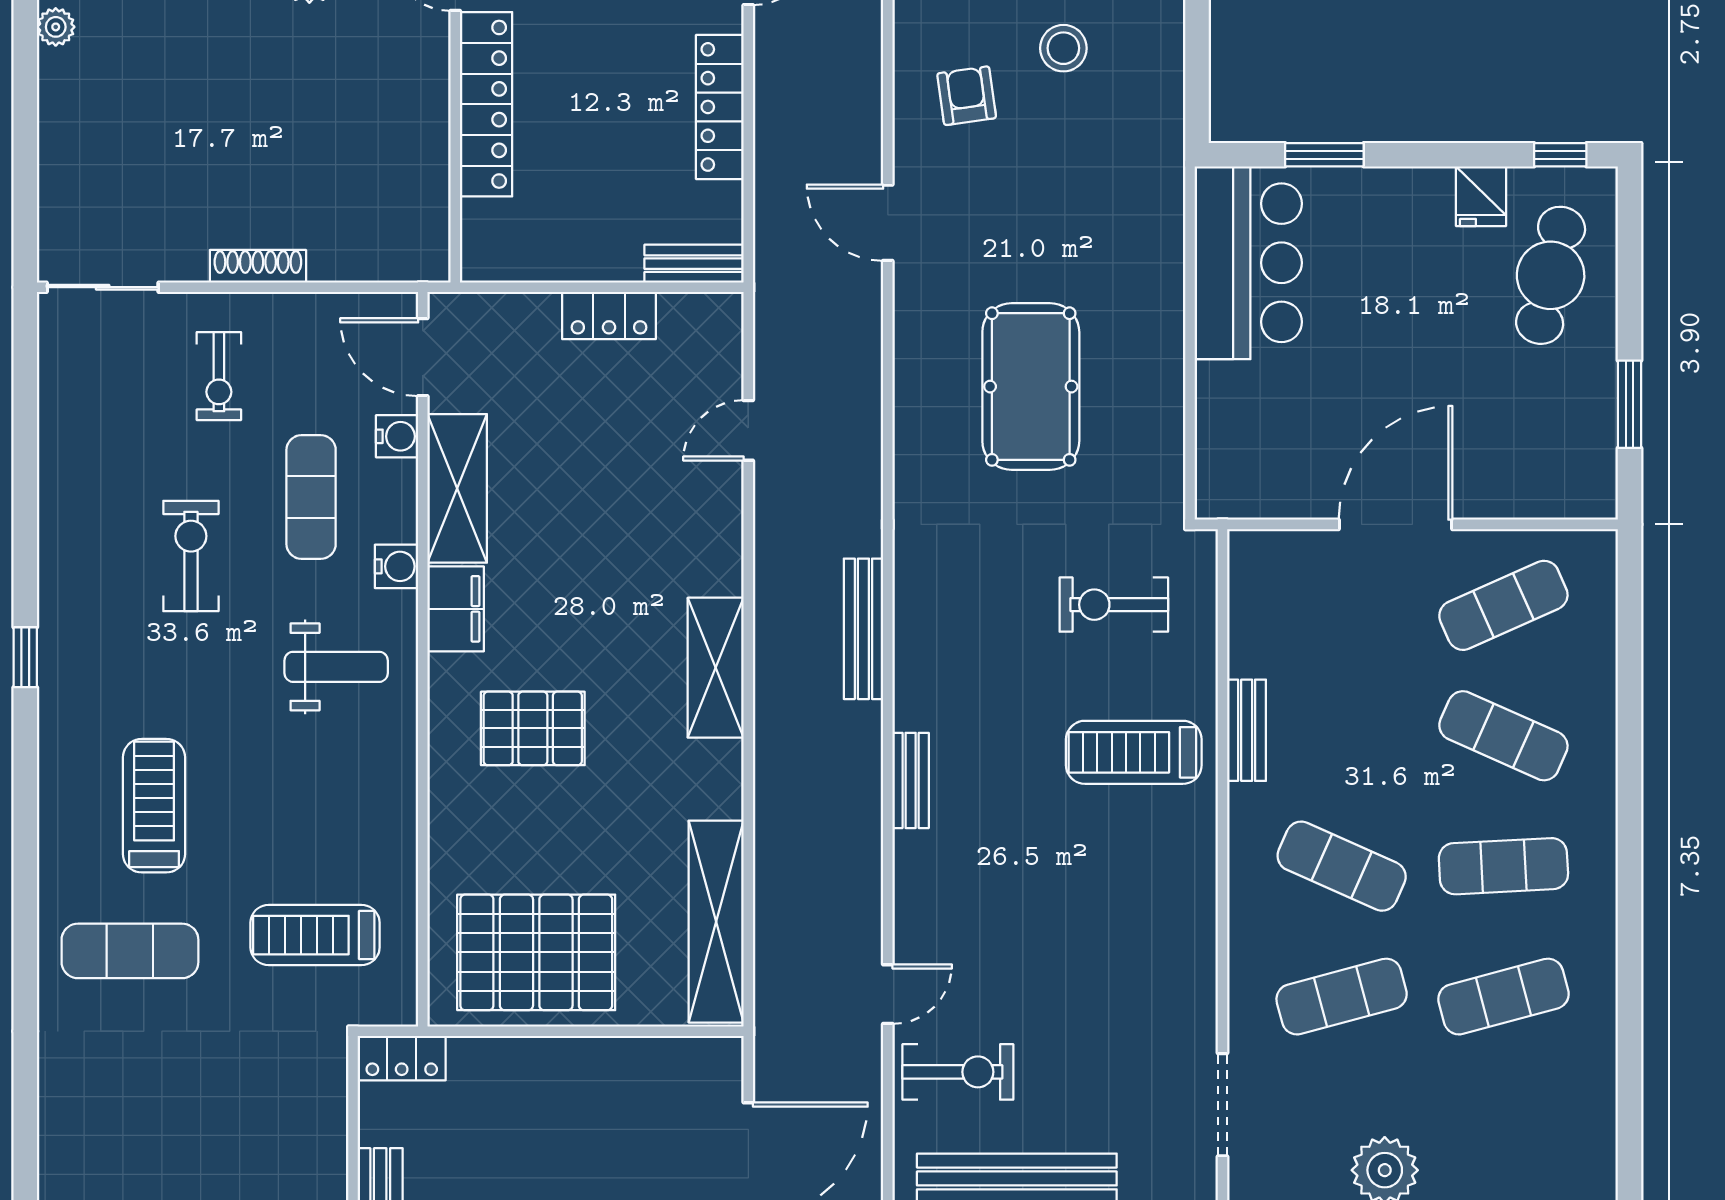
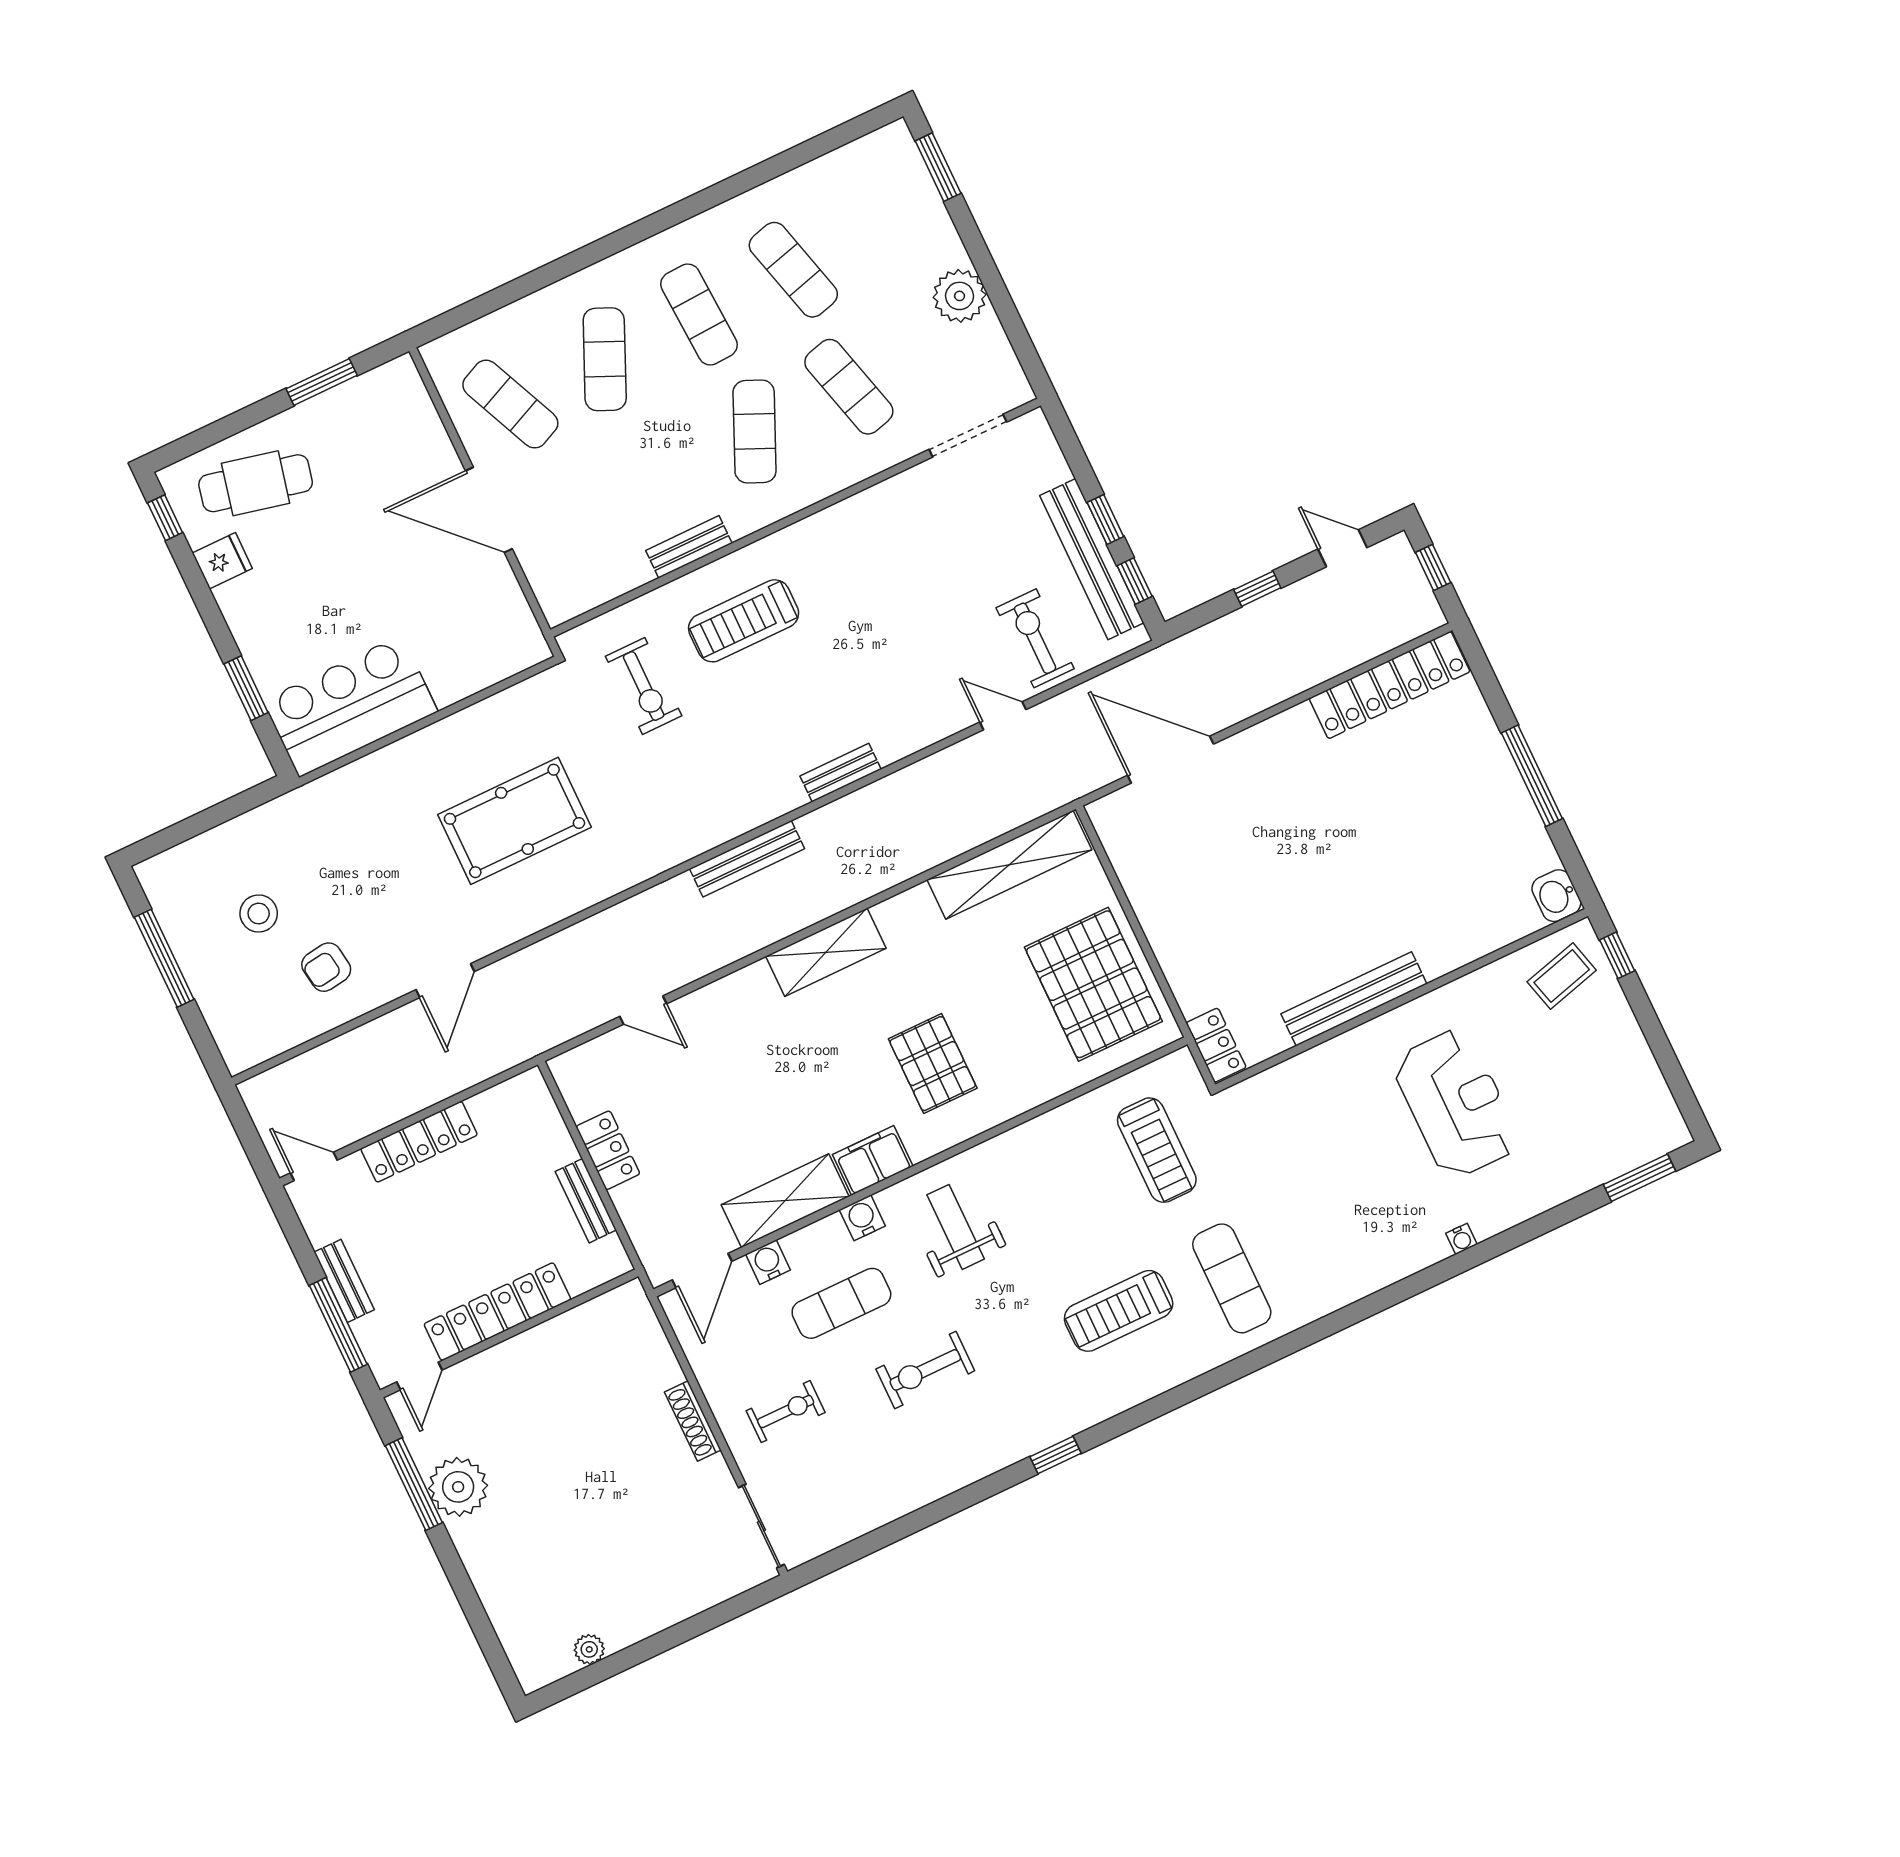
bench: (694, 264) -> (586, 1201), moved
treadmill: (1134, 752) -> (744, 621), turned 90

